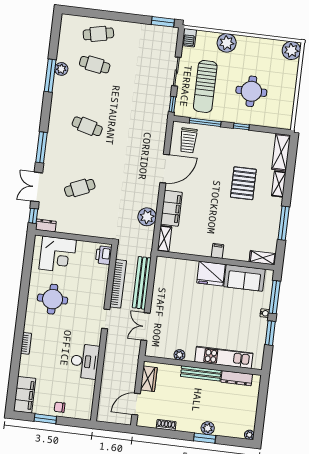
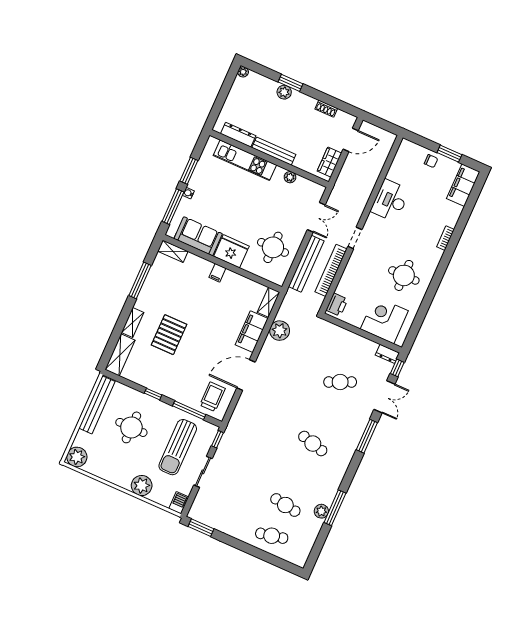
sun lounger: (205, 86) -> (178, 447), turned 180
bench: (288, 102) -> (97, 405), added
round table: (175, 288) -> (273, 247), added

